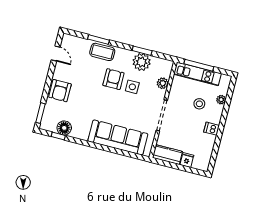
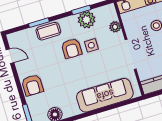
armchair: (113, 79) -> (72, 48), turned 180

